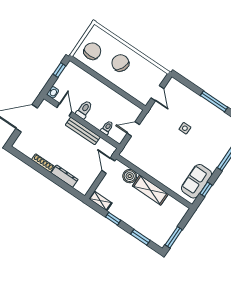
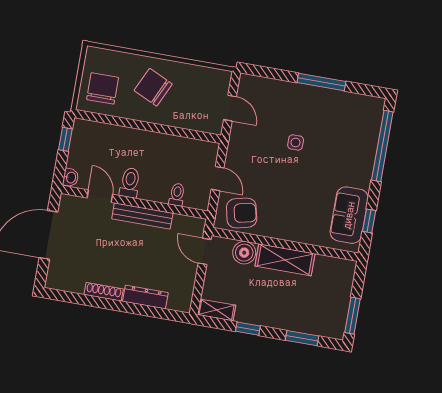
door: (133, 129) -> (218, 179), swing flipped
armchair: (138, 154) -> (242, 213), added

